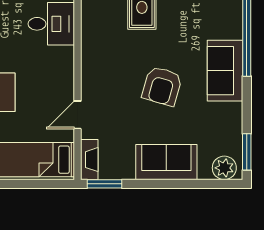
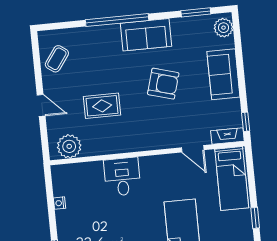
window: (247, 152) -> (196, 12), moved
window: (105, 184) -> (246, 122), width x0.67

